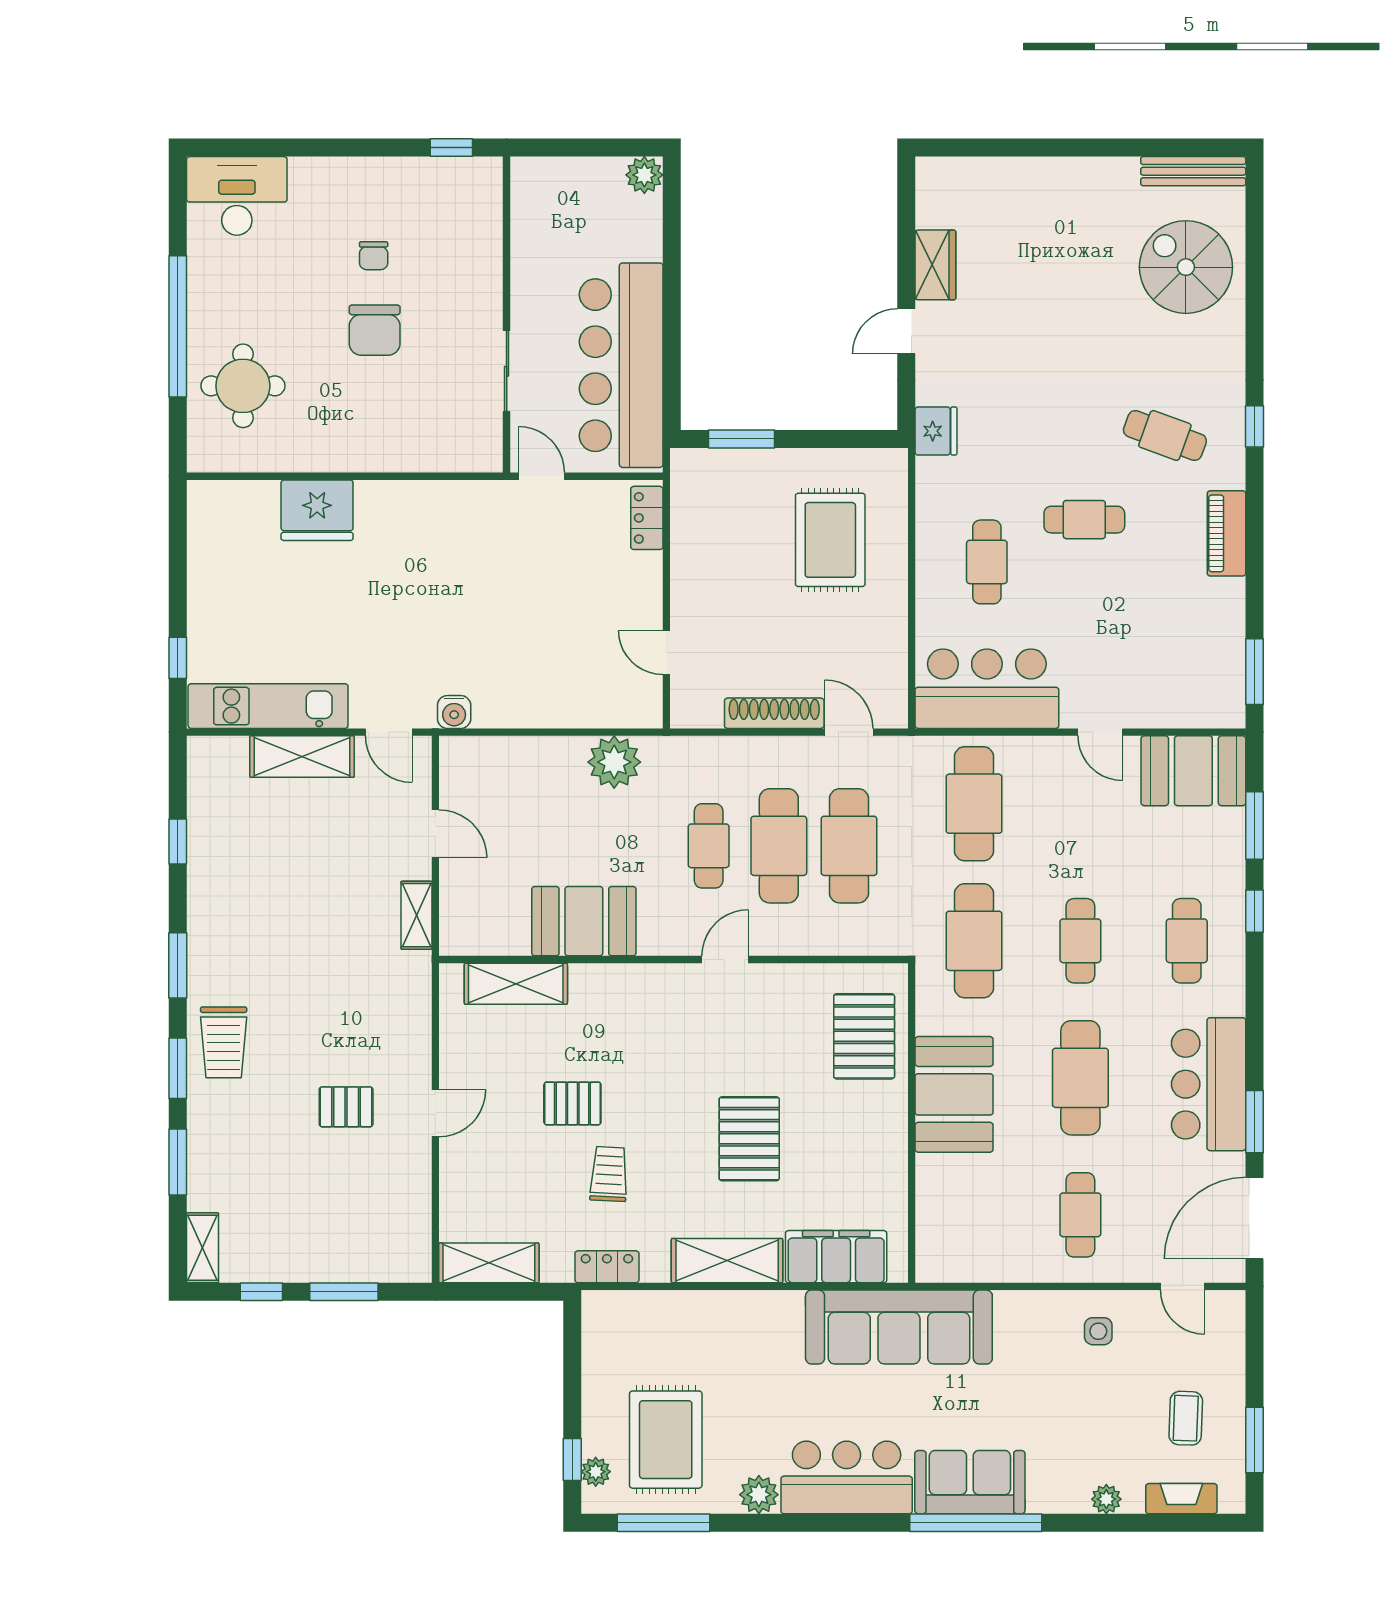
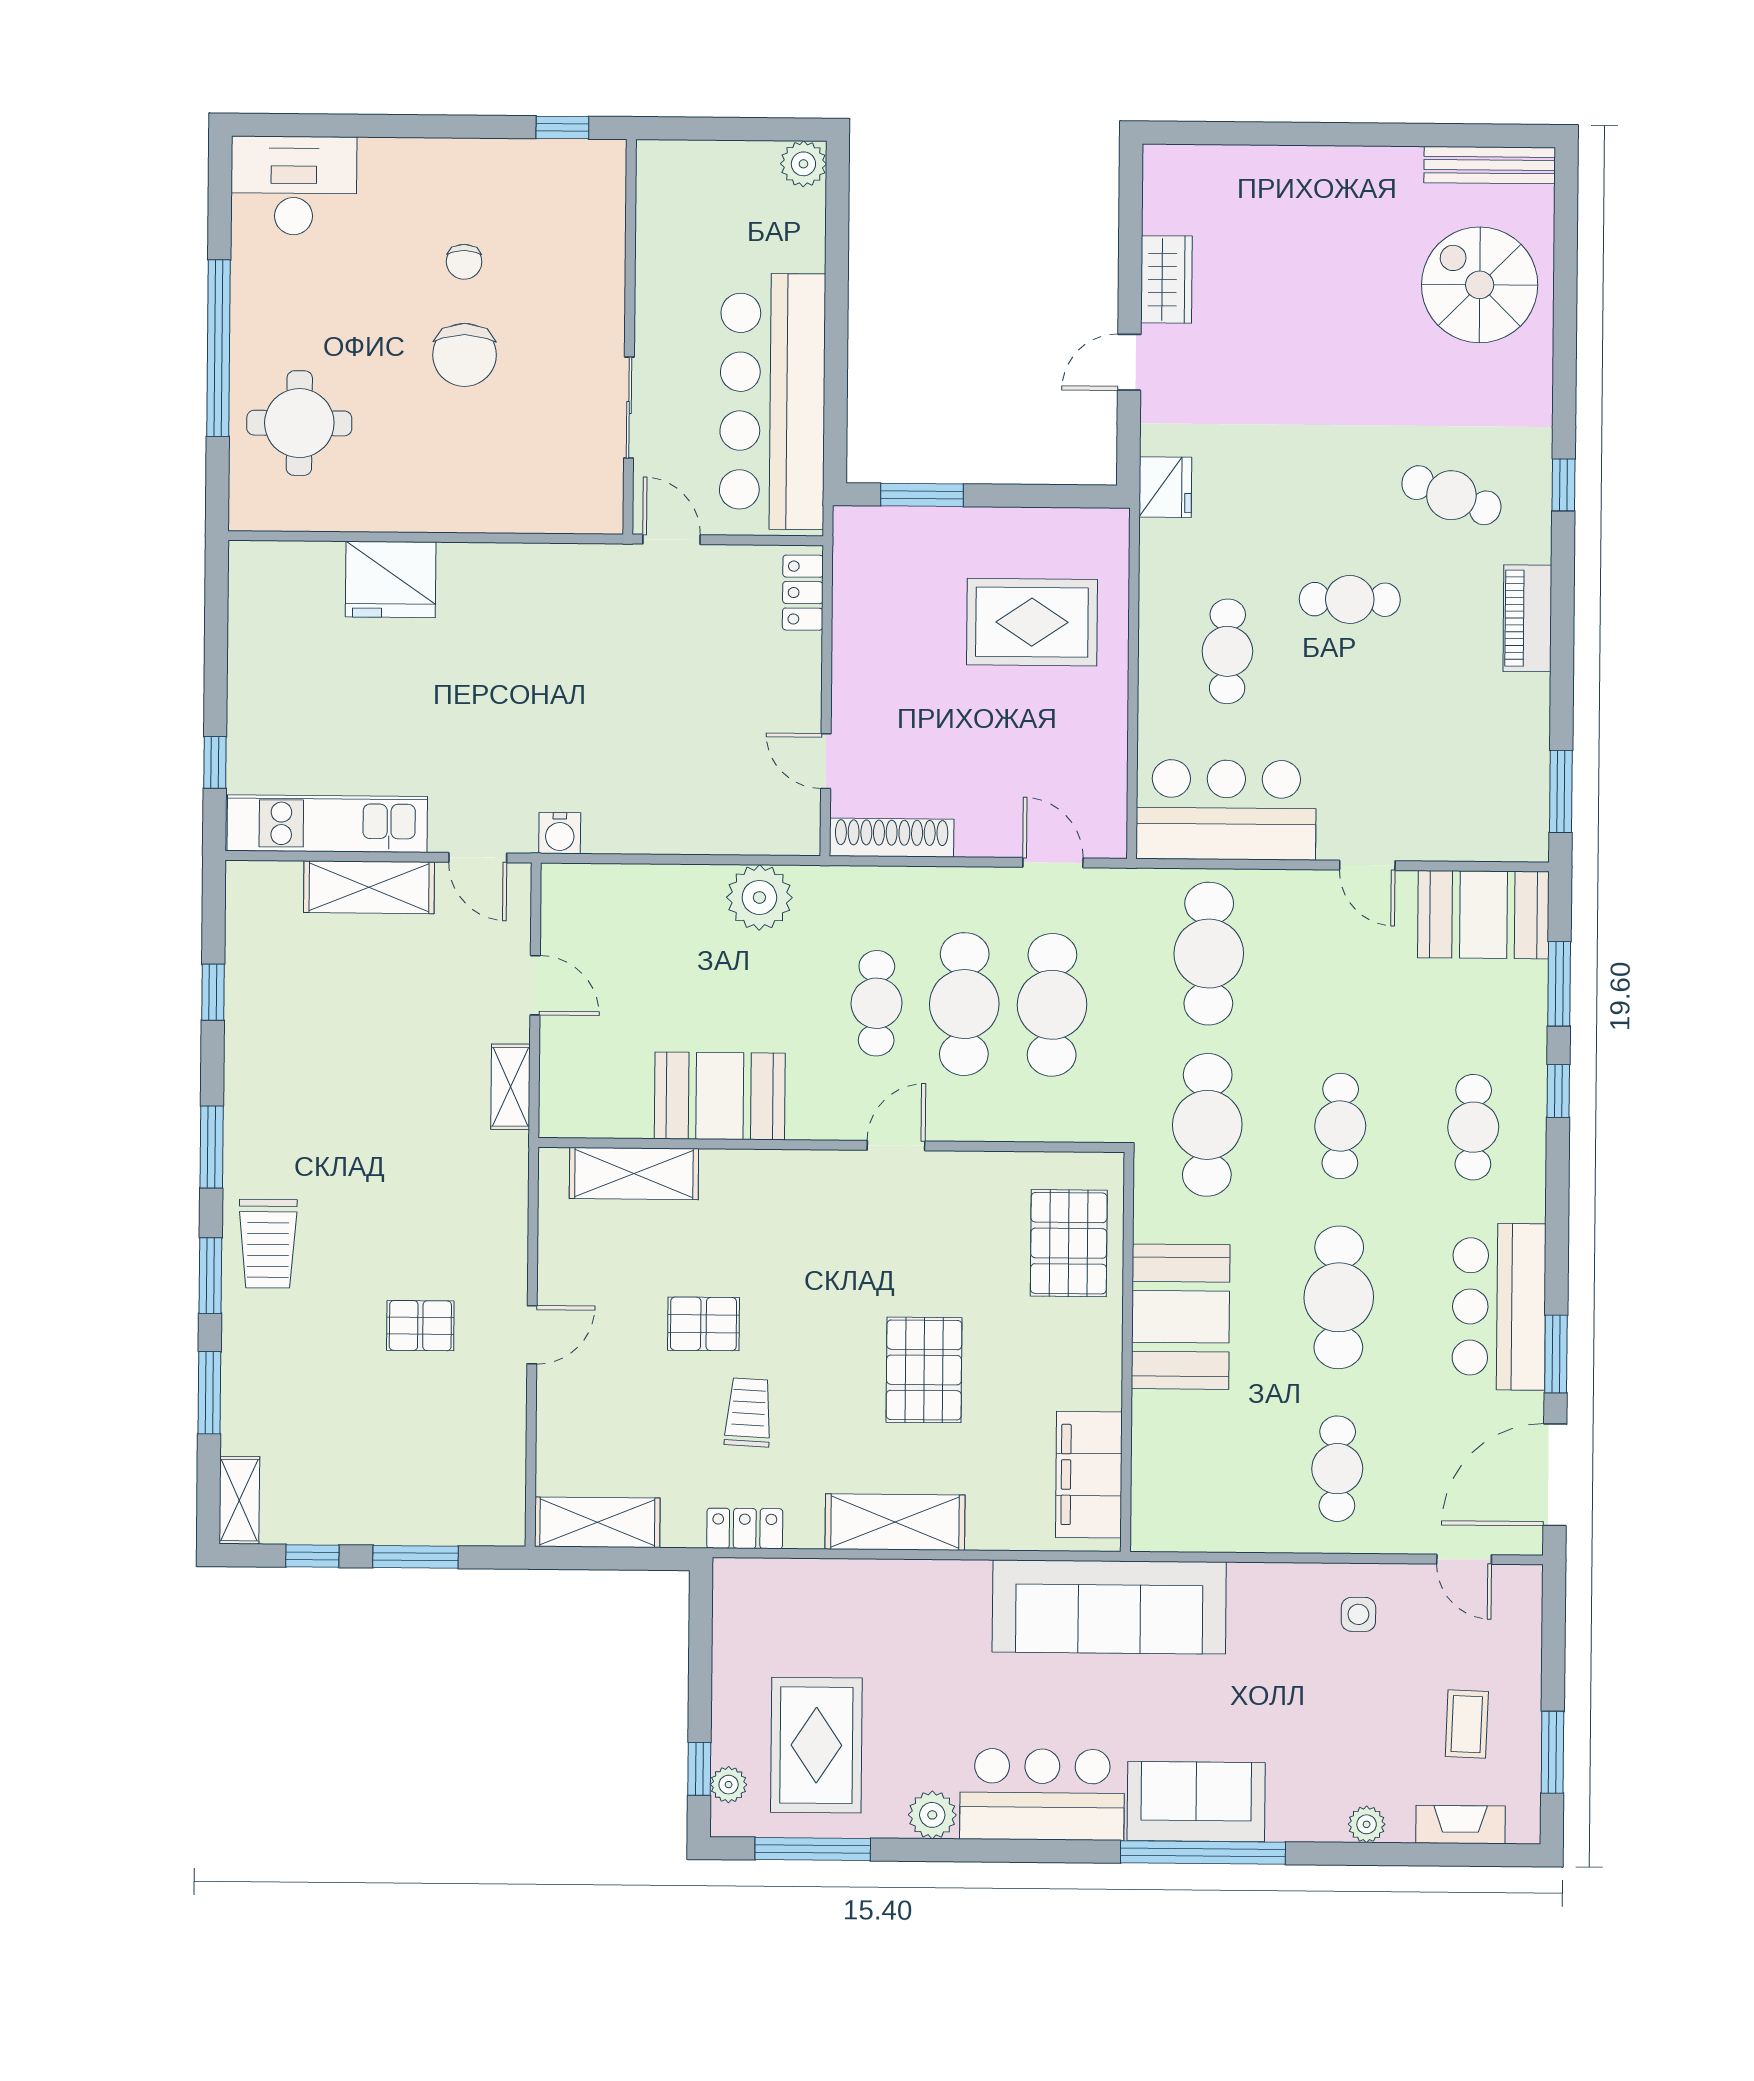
rug: (830, 540) -> (1032, 622), turned 90
shoe rack: (774, 713) -> (892, 838), moved
filing cabinet: (836, 1257) -> (1089, 1475), moved, turned -90

